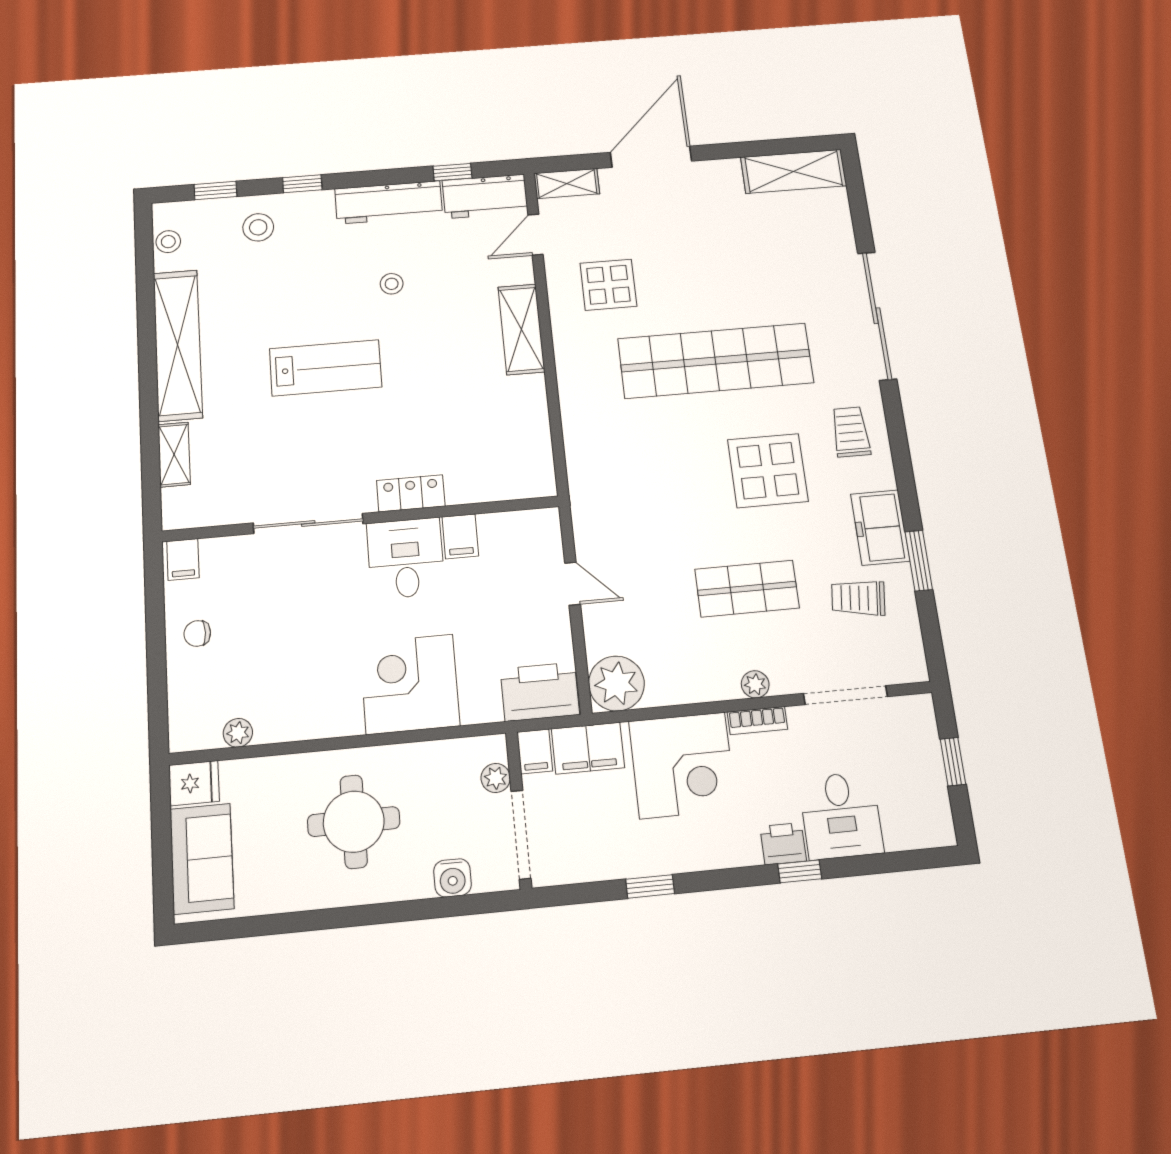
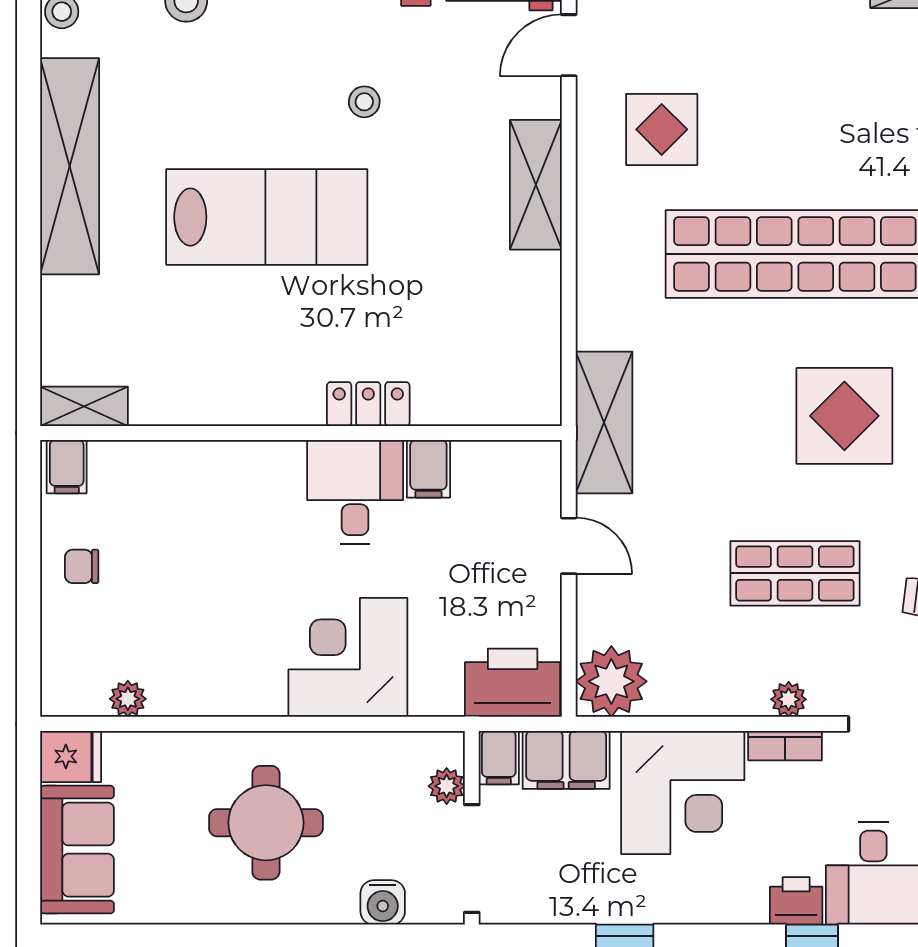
lab bench: (326, 368) -> (267, 217), width x1.36, depth x1.39
shelving: (174, 455) -> (84, 406), moved, turned 90
shelving: (589, 491) -> (604, 422), added
sliding door: (308, 523) -> (231, 433), removed

